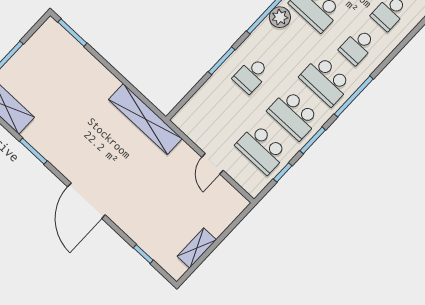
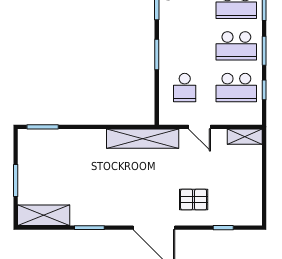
school desk: (251, 75) -> (185, 87), moved
door: (213, 164) -> (200, 127), moved
pallet: (140, 208) -> (194, 200), added
shelving: (197, 248) -> (245, 137), moved, turned 90

